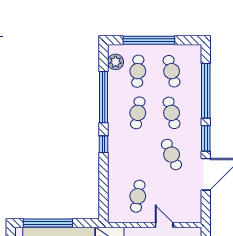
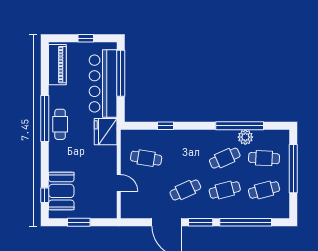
plant: (115, 62) -> (245, 137), moved
cafe table: (138, 113) -> (225, 158), turned -33
window: (104, 144) -> (166, 126), moved
door: (164, 225) -> (119, 183), hinge flipped

